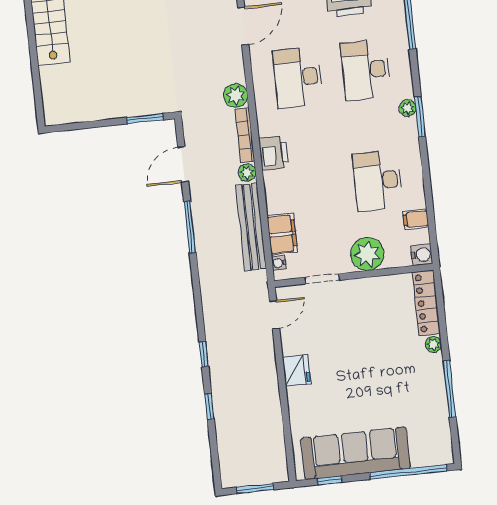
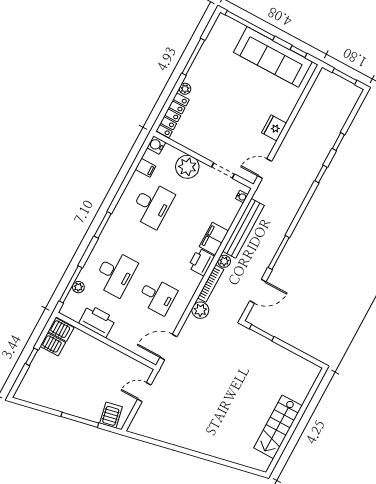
desk: (298, 77) -> (157, 296), width x0.73
plant: (408, 108) -> (78, 287), moved
filing cabinet: (282, 234) -> (214, 239), moved

